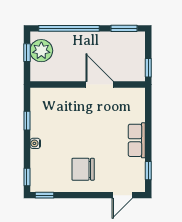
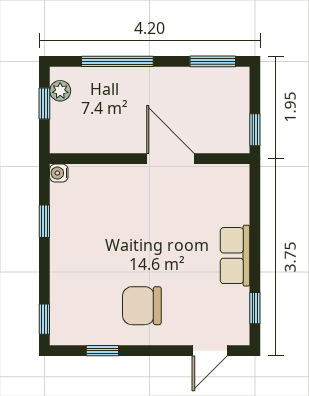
window: (69, 28) -> (117, 61), width x0.68
plant: (41, 51) -> (60, 91), width x0.53, depth x0.53
water cooler: (35, 143) -> (59, 173), moved
window: (44, 195) -> (102, 351), moved

